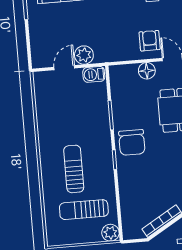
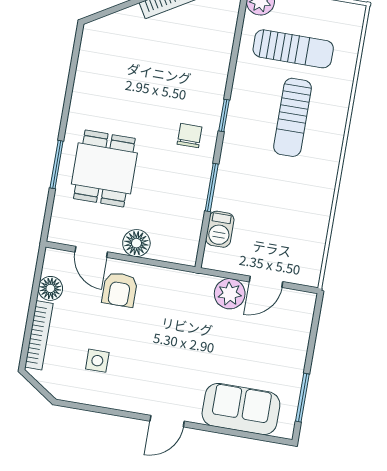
barbecue: (94, 74) -> (220, 229), moved, turned 90
chair: (132, 142) -> (190, 136), width x0.54, depth x0.54

